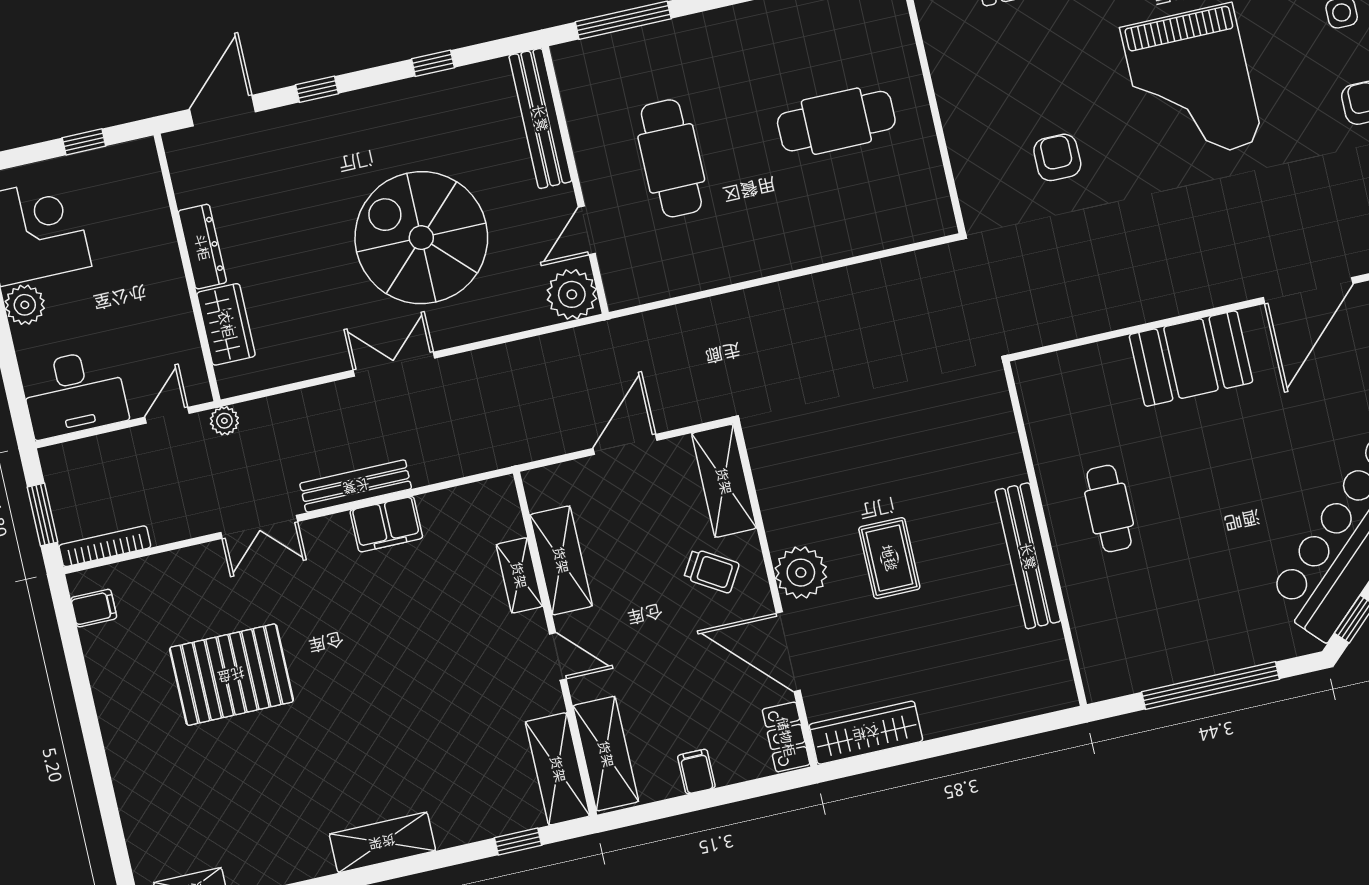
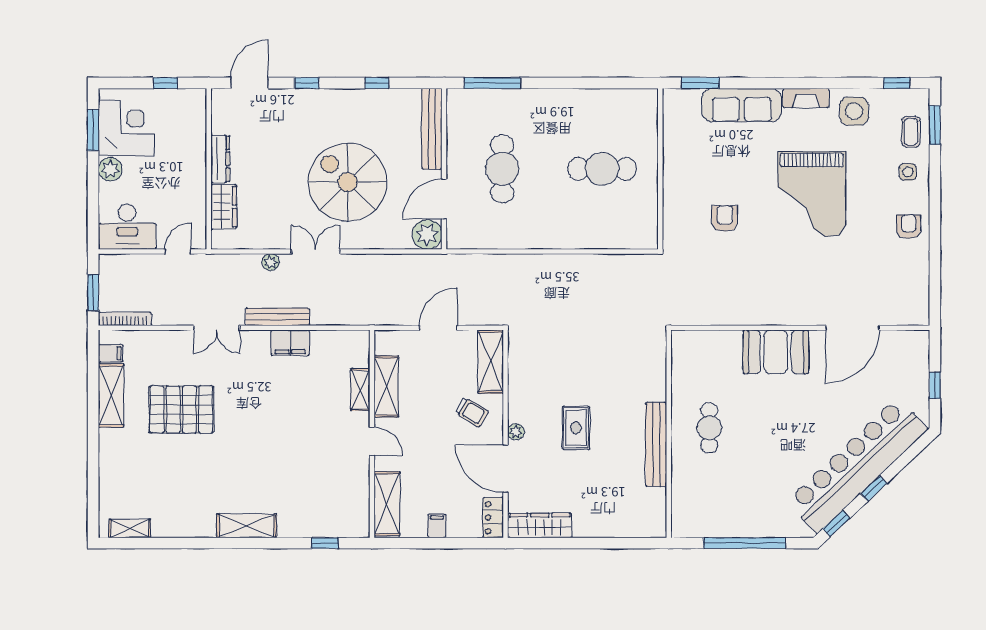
door: (587, 230) -> (444, 199), width x1.38
plant: (224, 421) -> (271, 262), moved
plant: (801, 573) -> (516, 432), width x0.53, depth x0.53
shelving: (558, 769) -> (111, 395), moved

